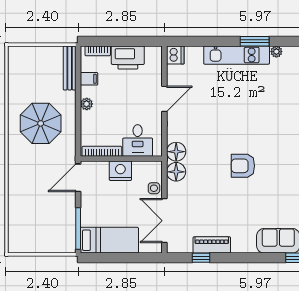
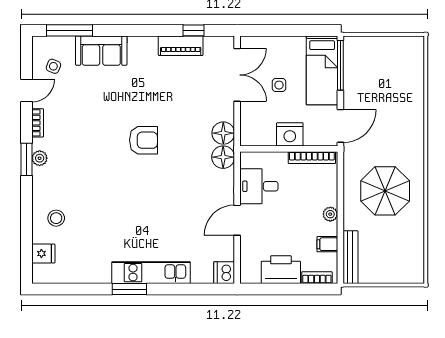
plant: (276, 52) -> (103, 277), removed
desk: (138, 140) -> (259, 186), moved, turned -90
side table: (154, 188) -> (279, 85), moved
bed: (109, 240) -> (322, 70), moved, turned -90

